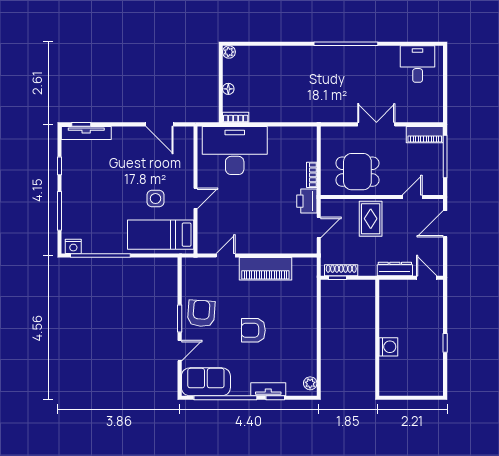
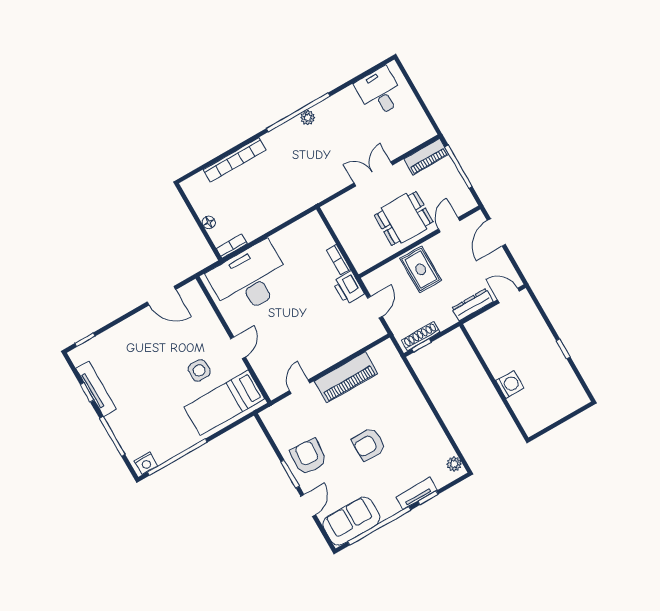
plant: (229, 52) -> (308, 118), moved
bookcase: (276, 52) -> (234, 160), added
tv unit: (86, 133) -> (96, 389), moved, turned -90
dining table: (357, 172) -> (404, 218), moved

